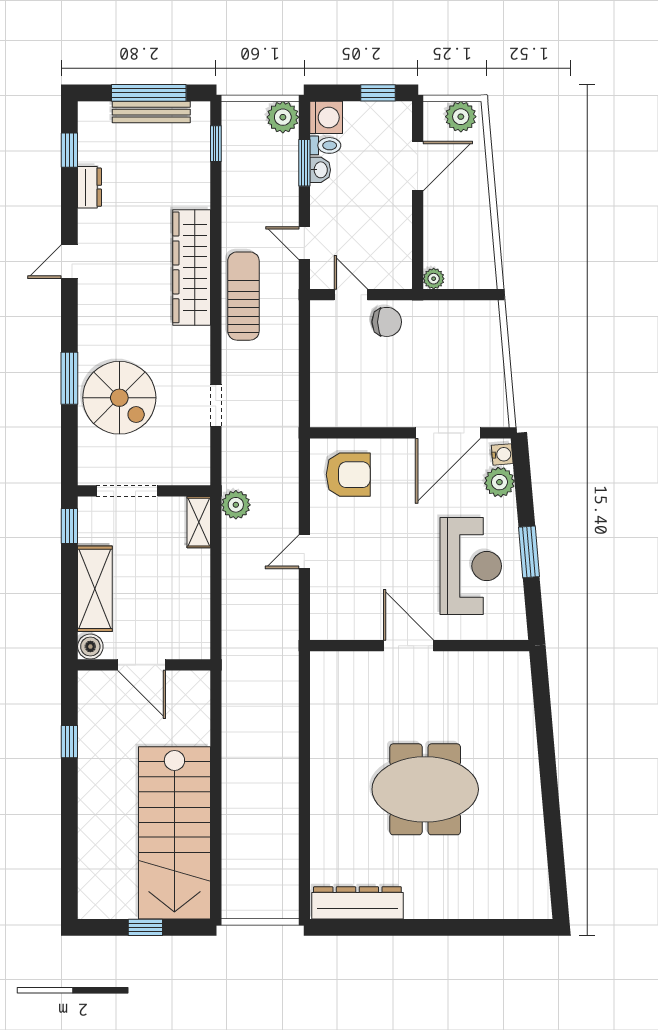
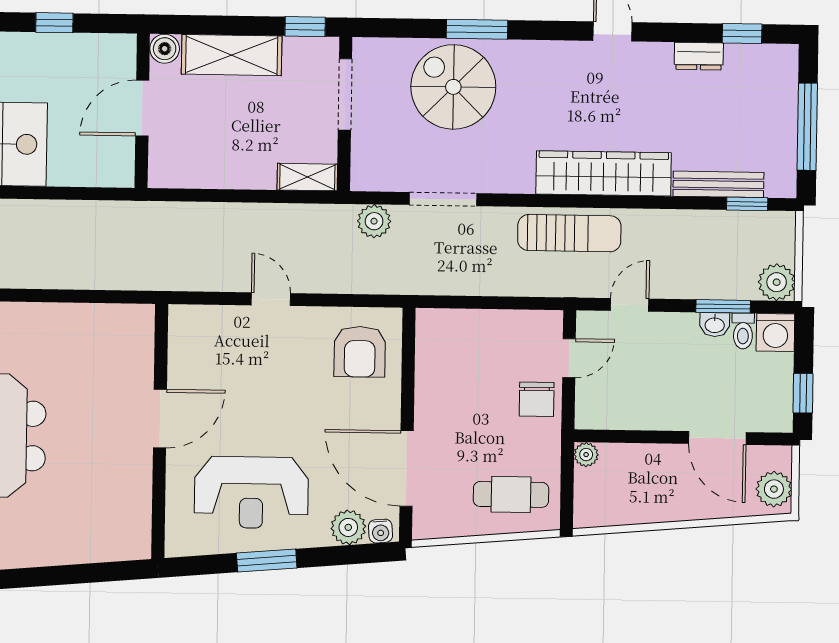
bench: (151, 112) -> (718, 184), moved, turned 90
cafe table: (469, 343) -> (511, 494), added
spiral stairs: (119, 398) -> (453, 87), turned 90
doorway: (216, 405) -> (443, 199), width x1.38
plant: (236, 505) -> (374, 221), moved

